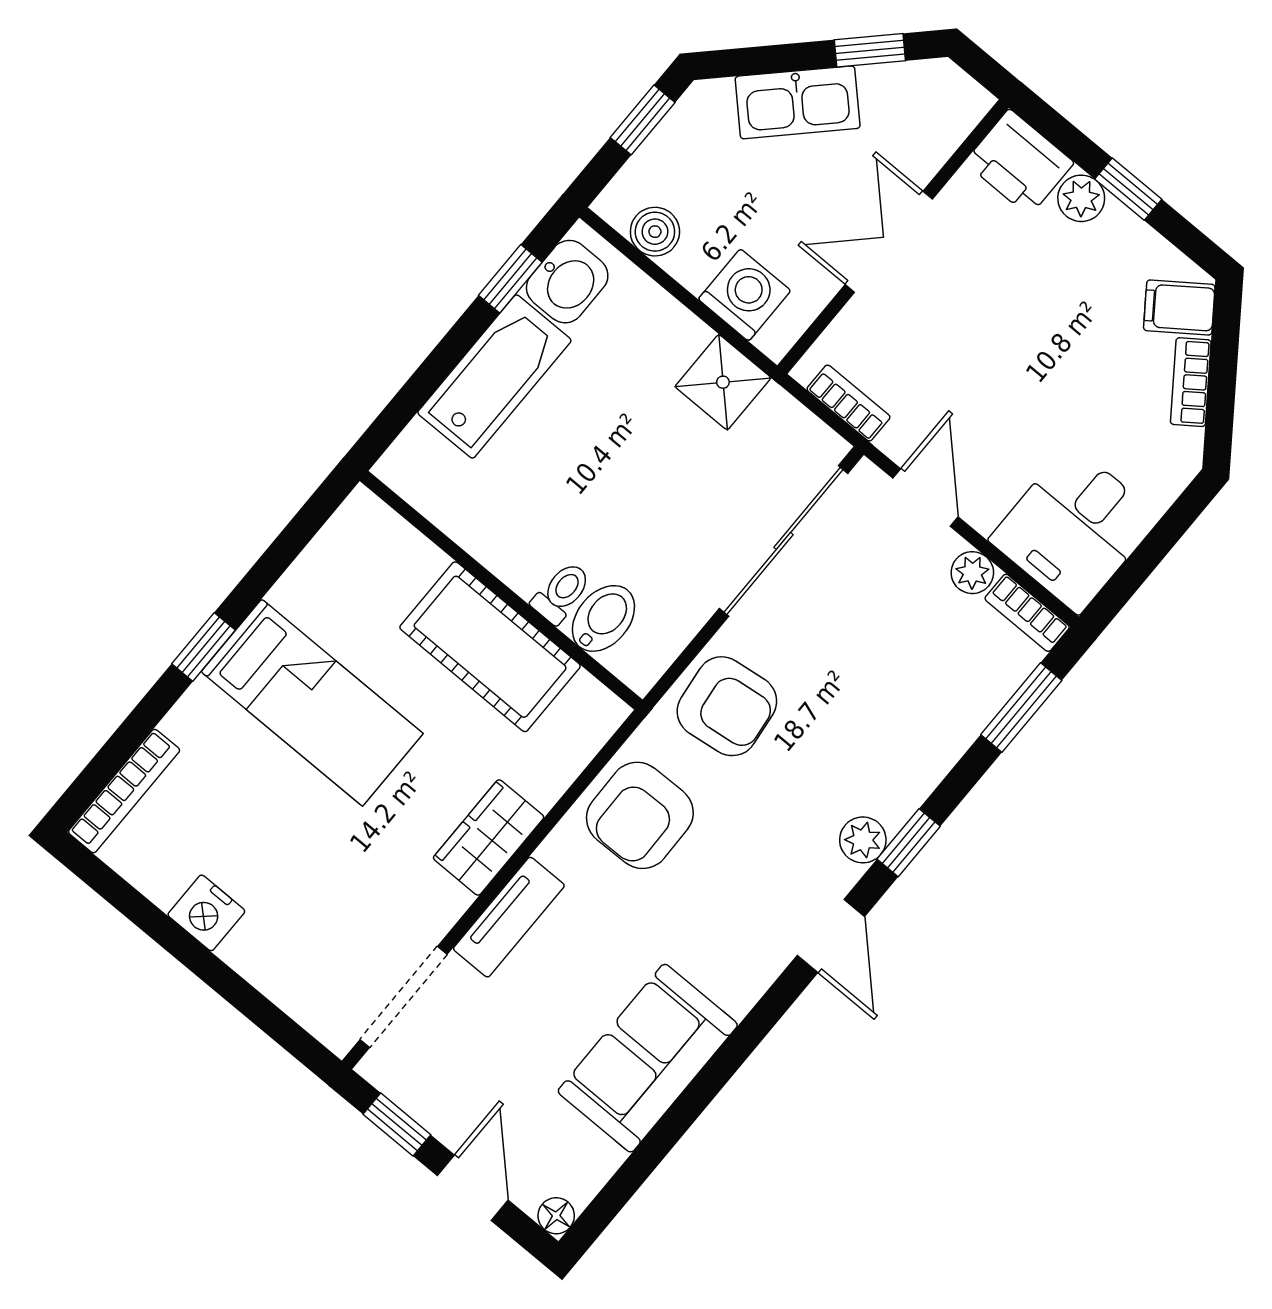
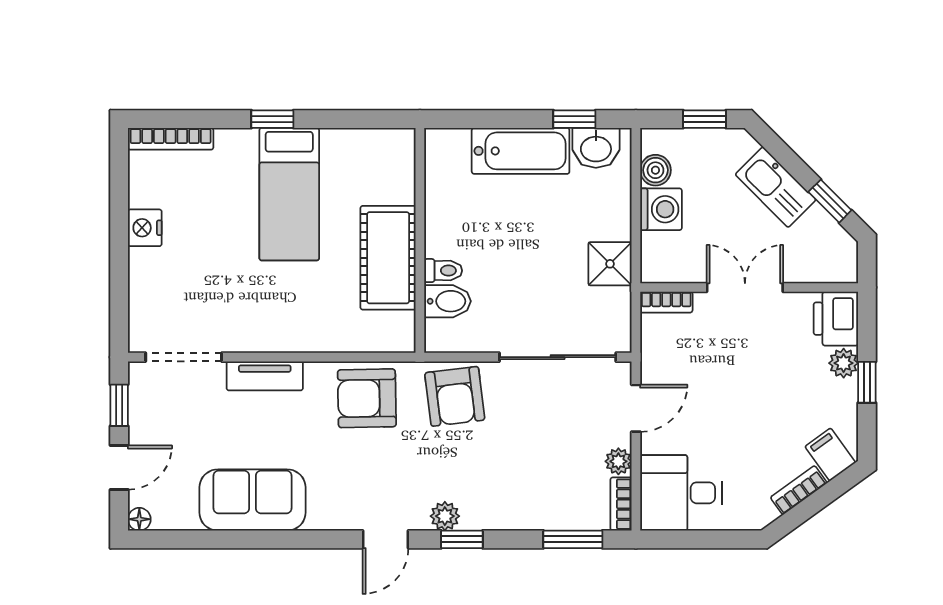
washing machine: (744, 295) -> (661, 209), moved
bookcase: (848, 403) -> (666, 302), moved, turned 90
wardrobe: (489, 838) -> (295, 334), removed

